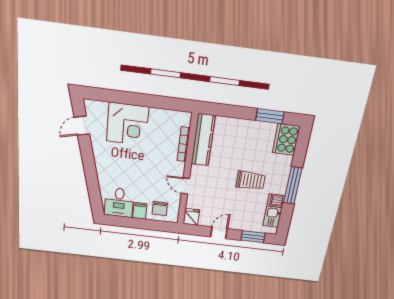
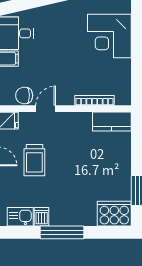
kitchen counter: (203, 140) -> (112, 121), width x0.67
trolley: (251, 181) -> (34, 160), moved
chair: (160, 208) -> (24, 95), moved

